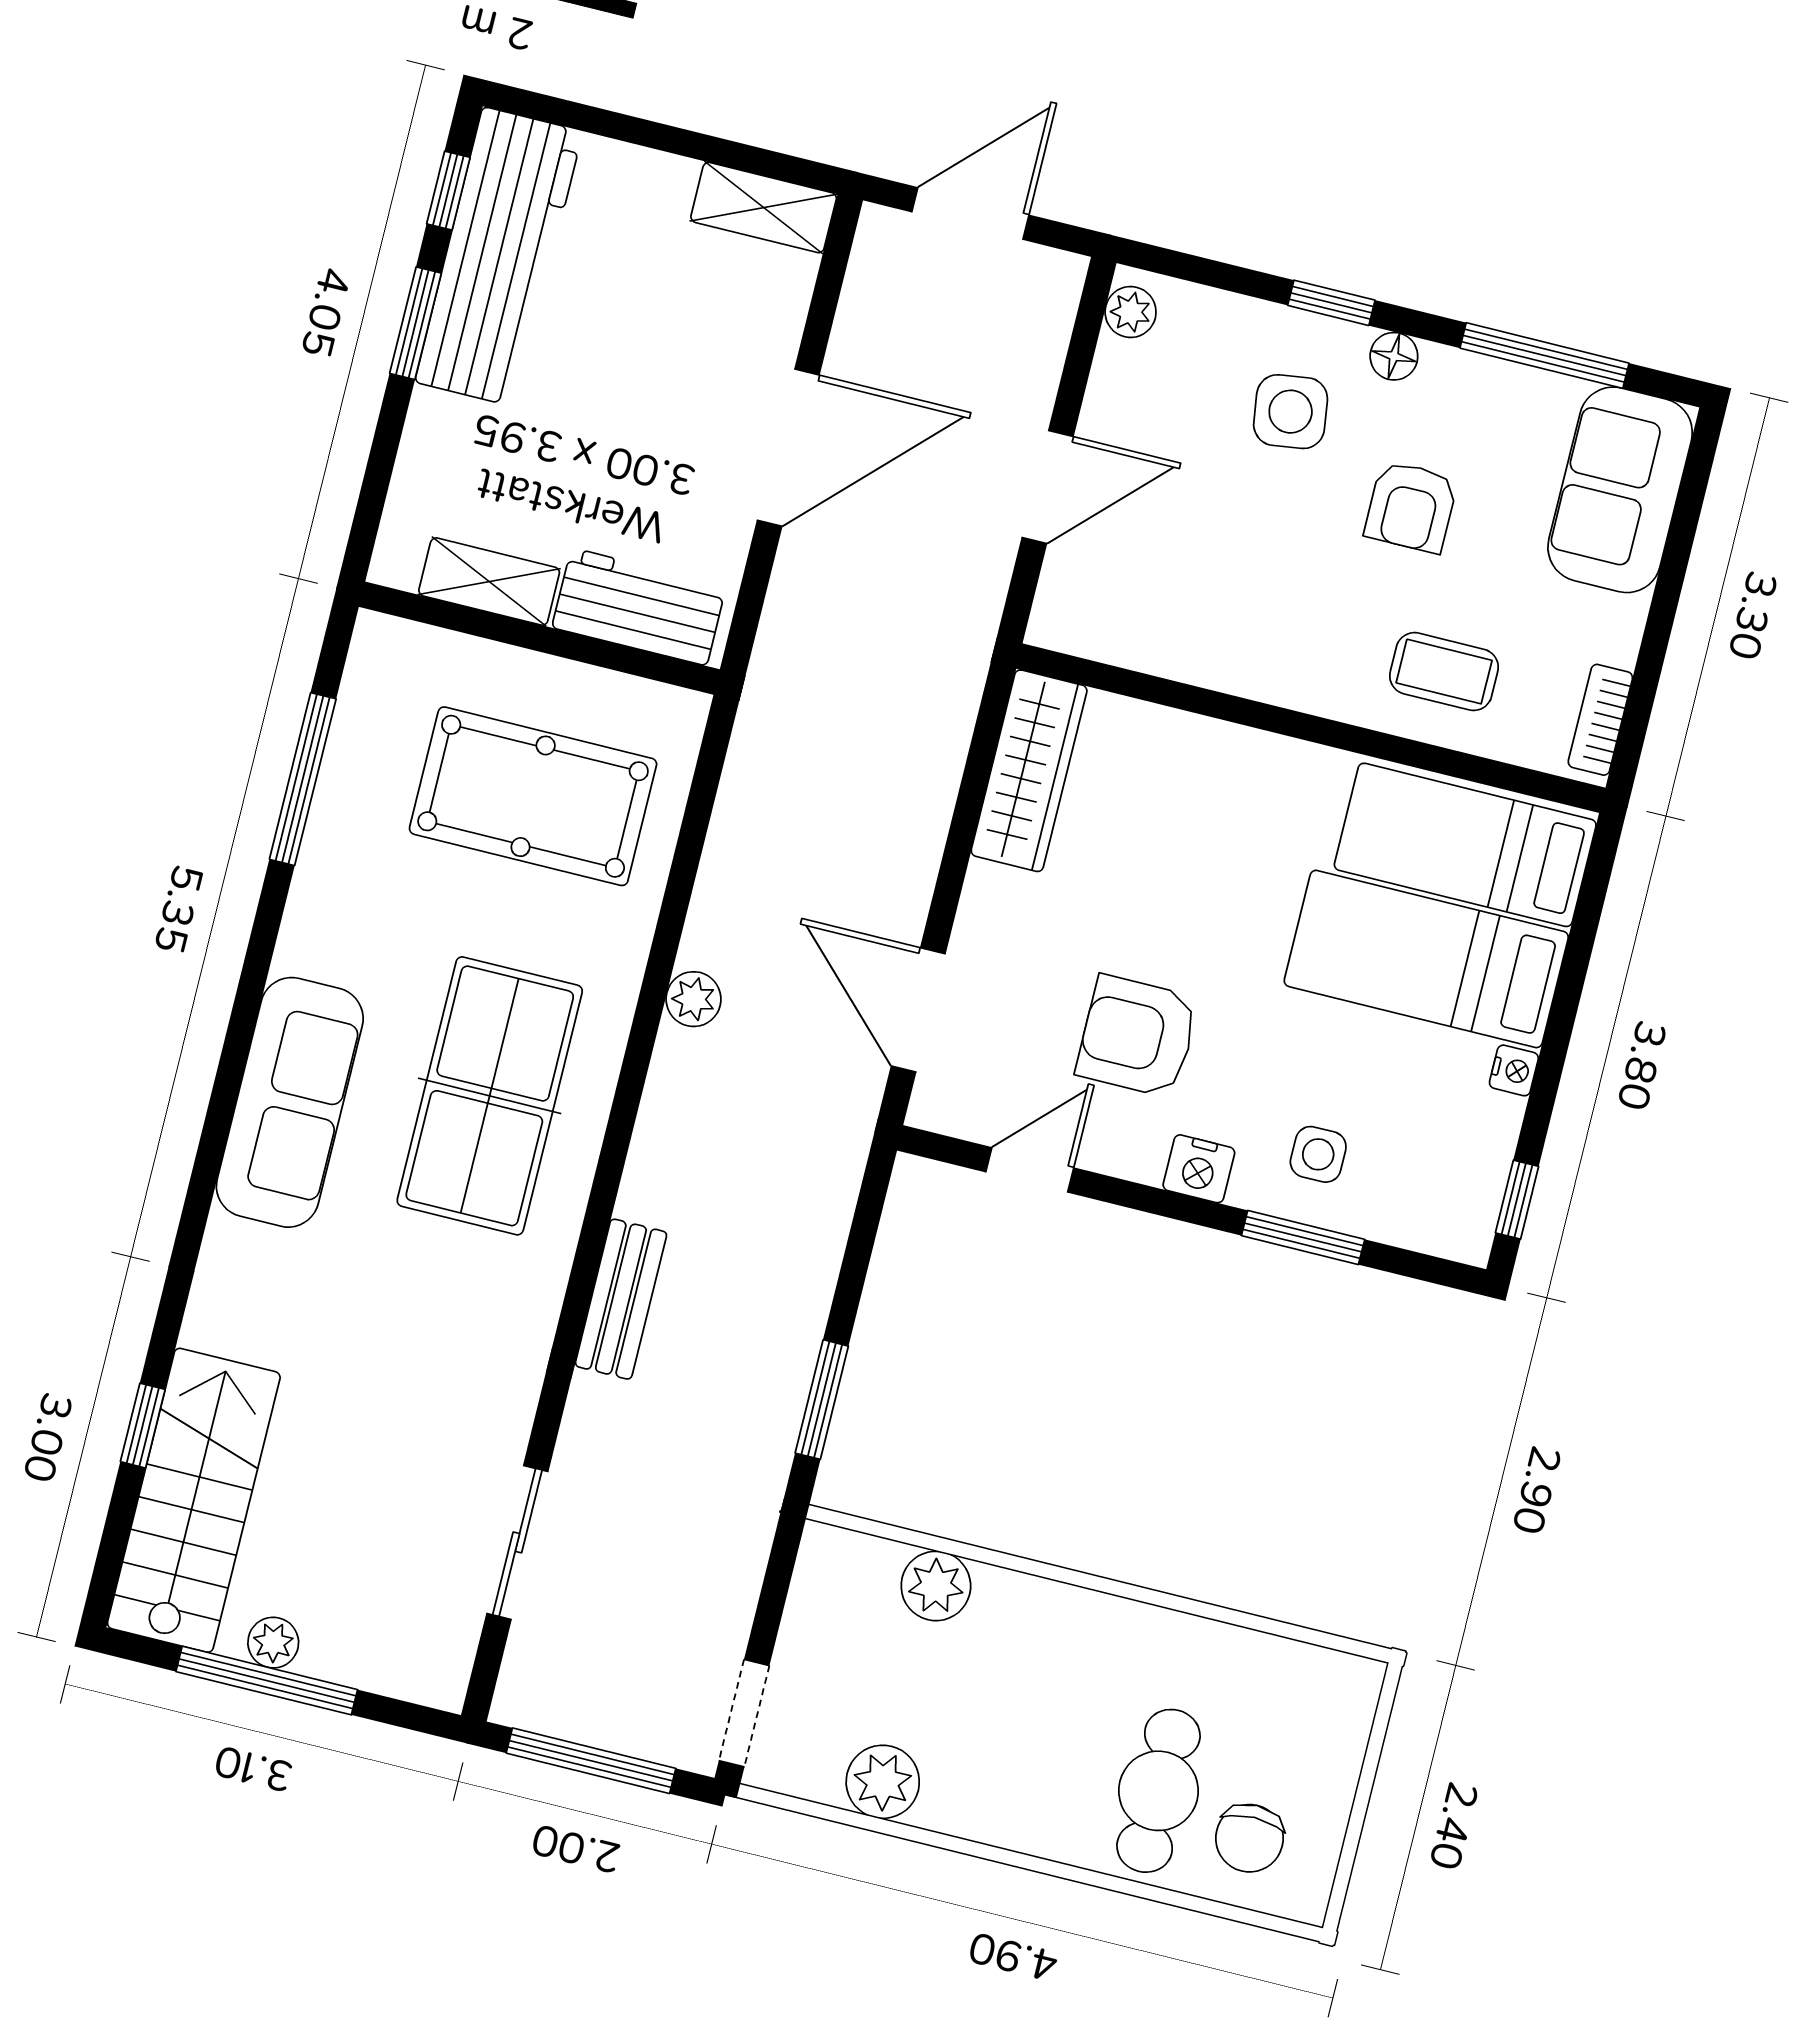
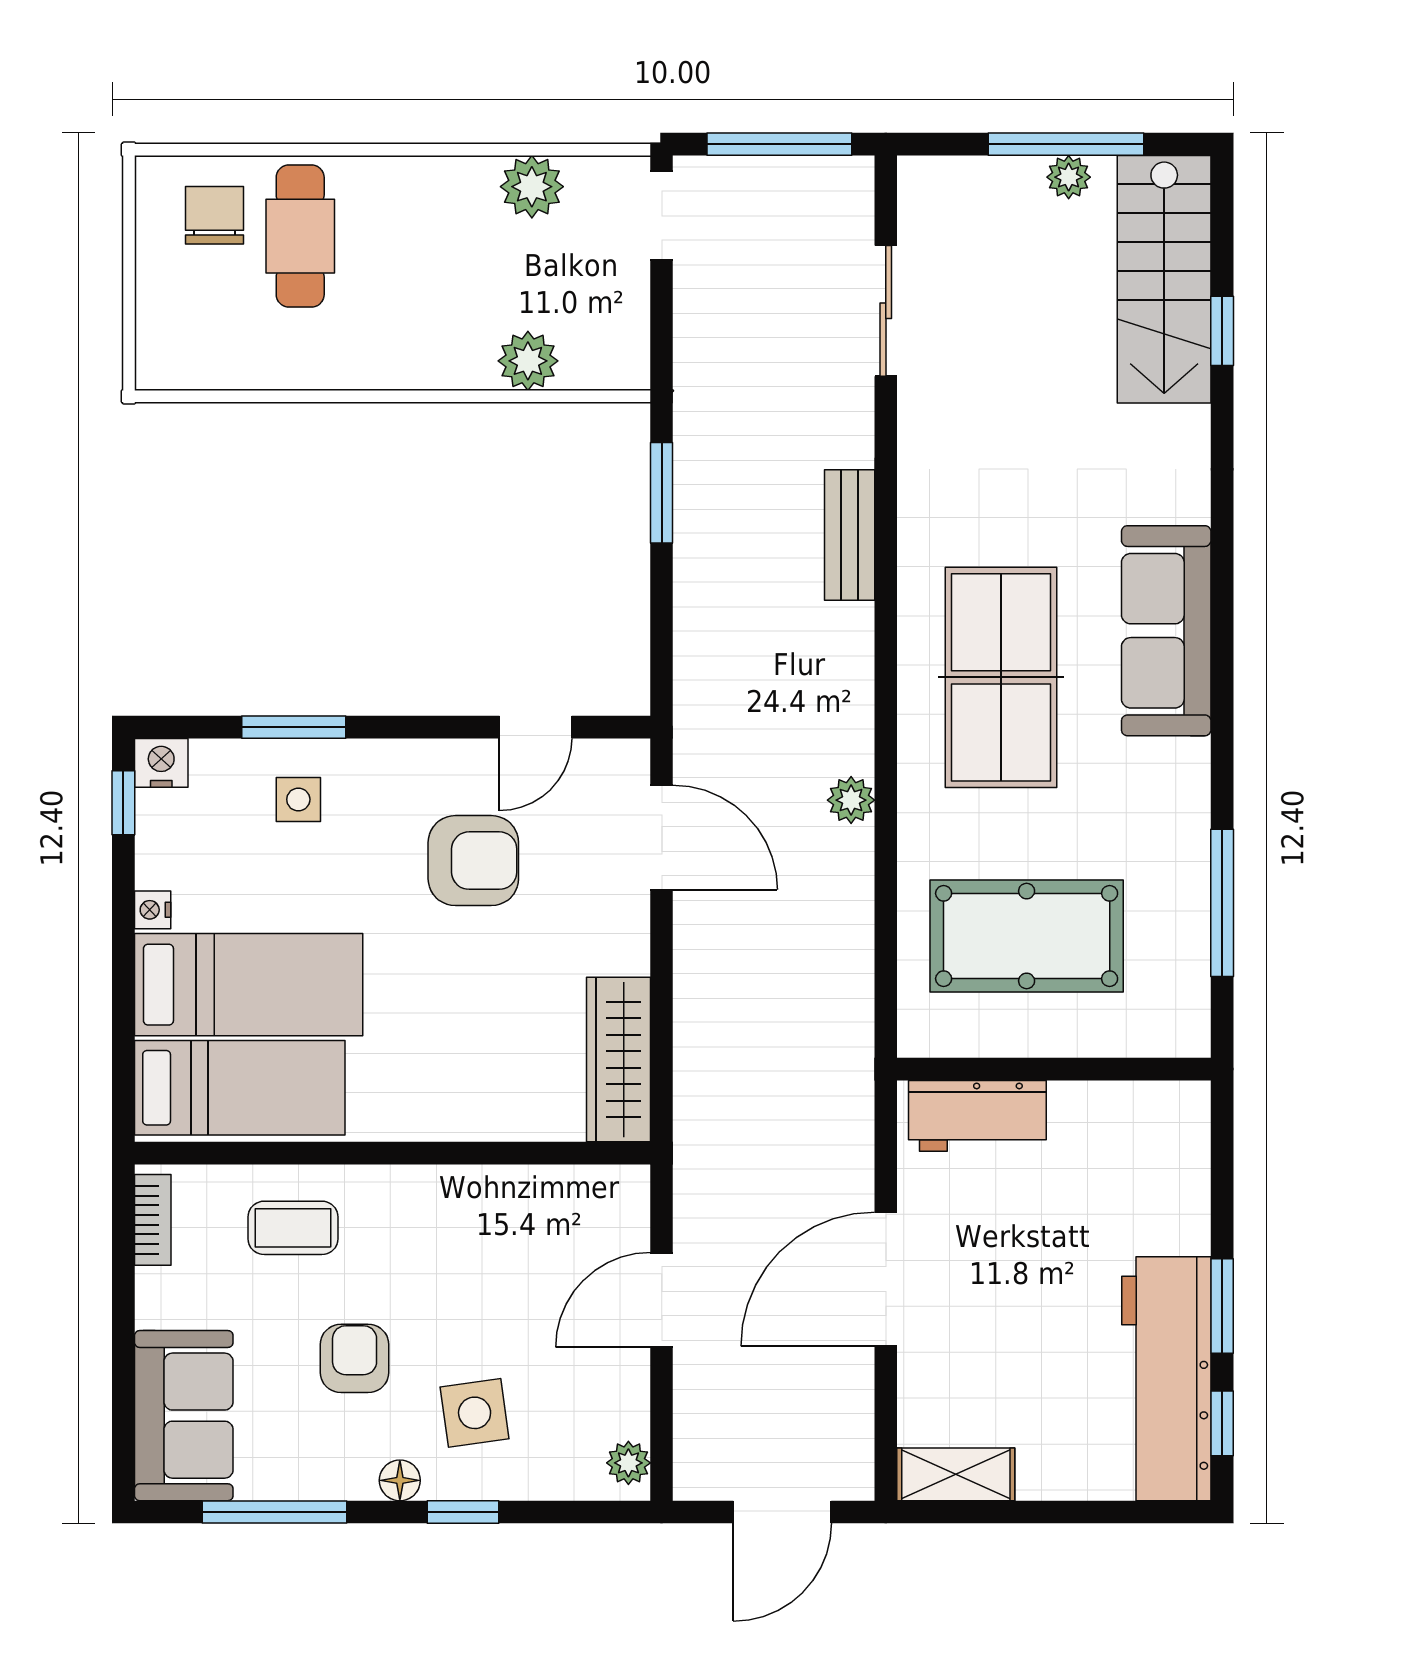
shelving: (489, 582) -> (1107, 1106), removed
nightstand: (1199, 1169) -> (161, 763), moved

